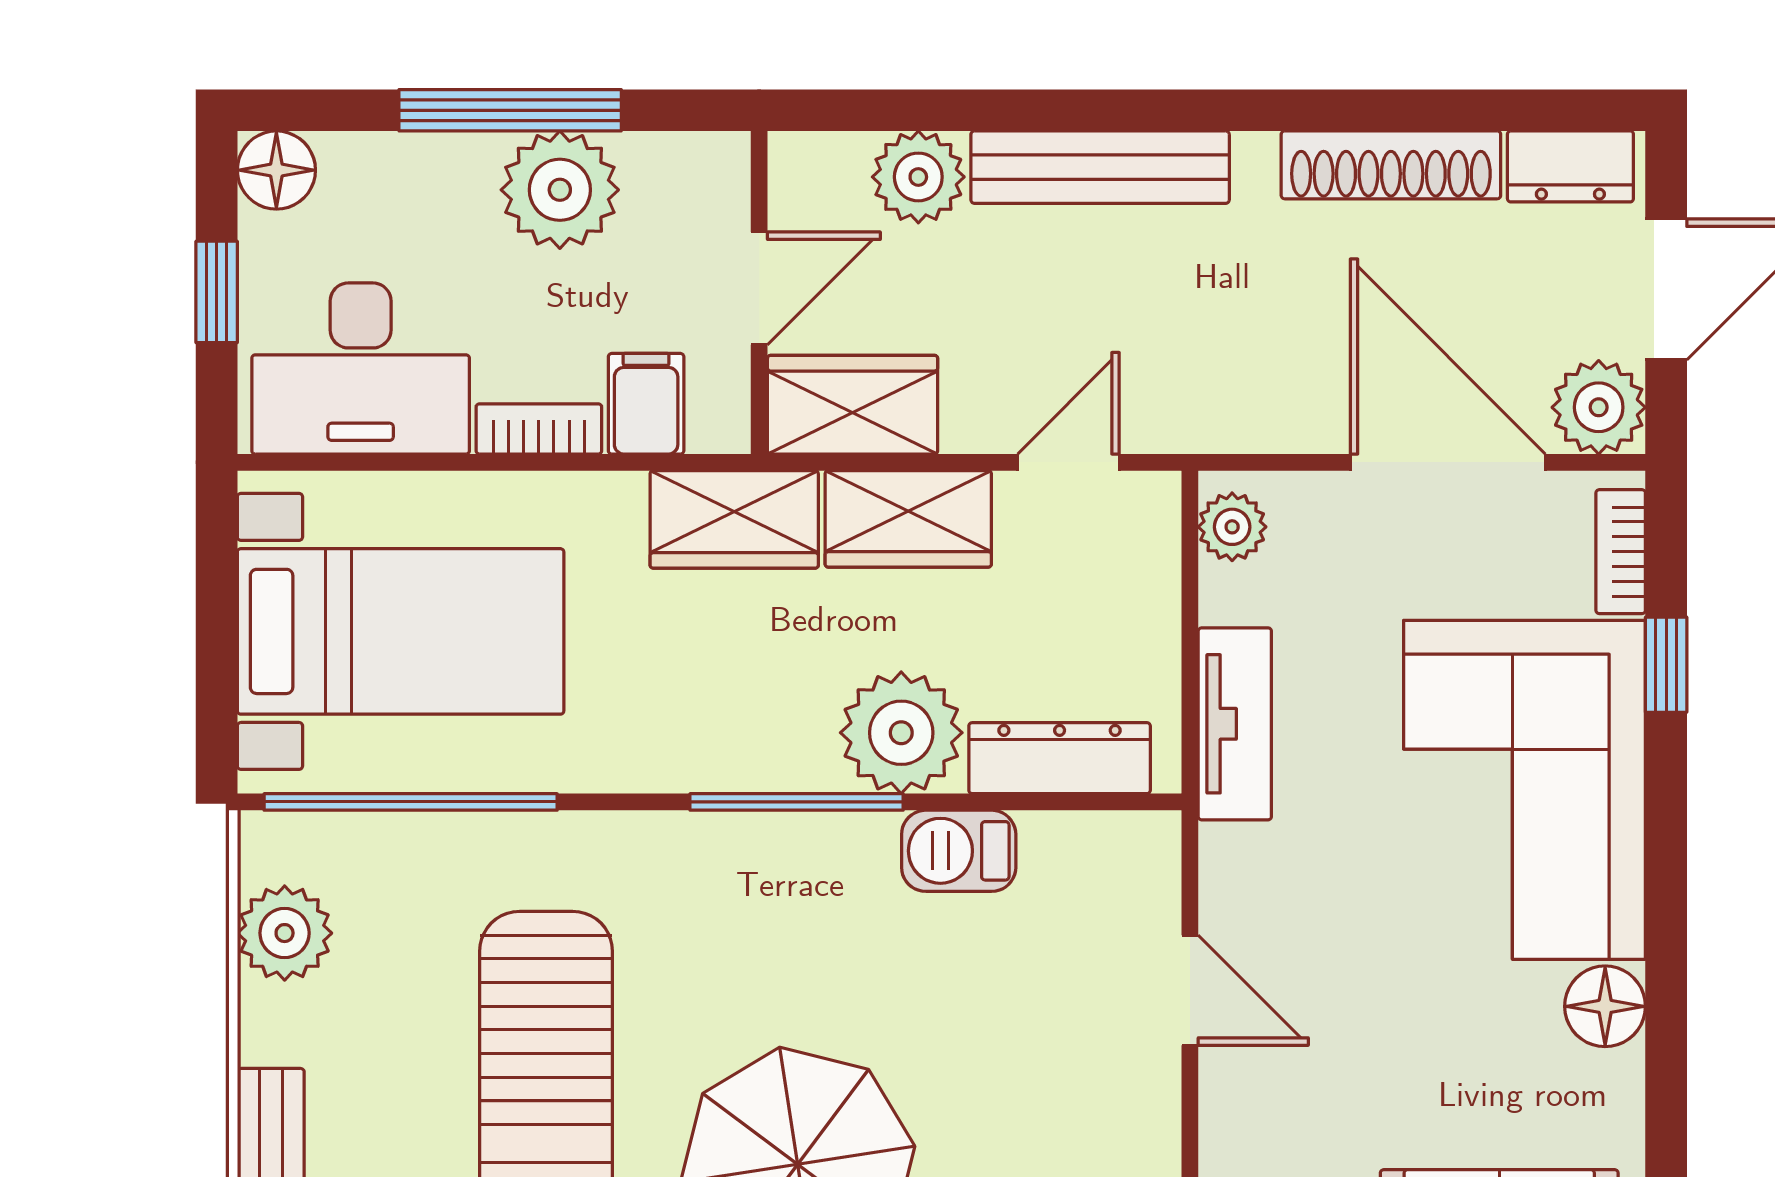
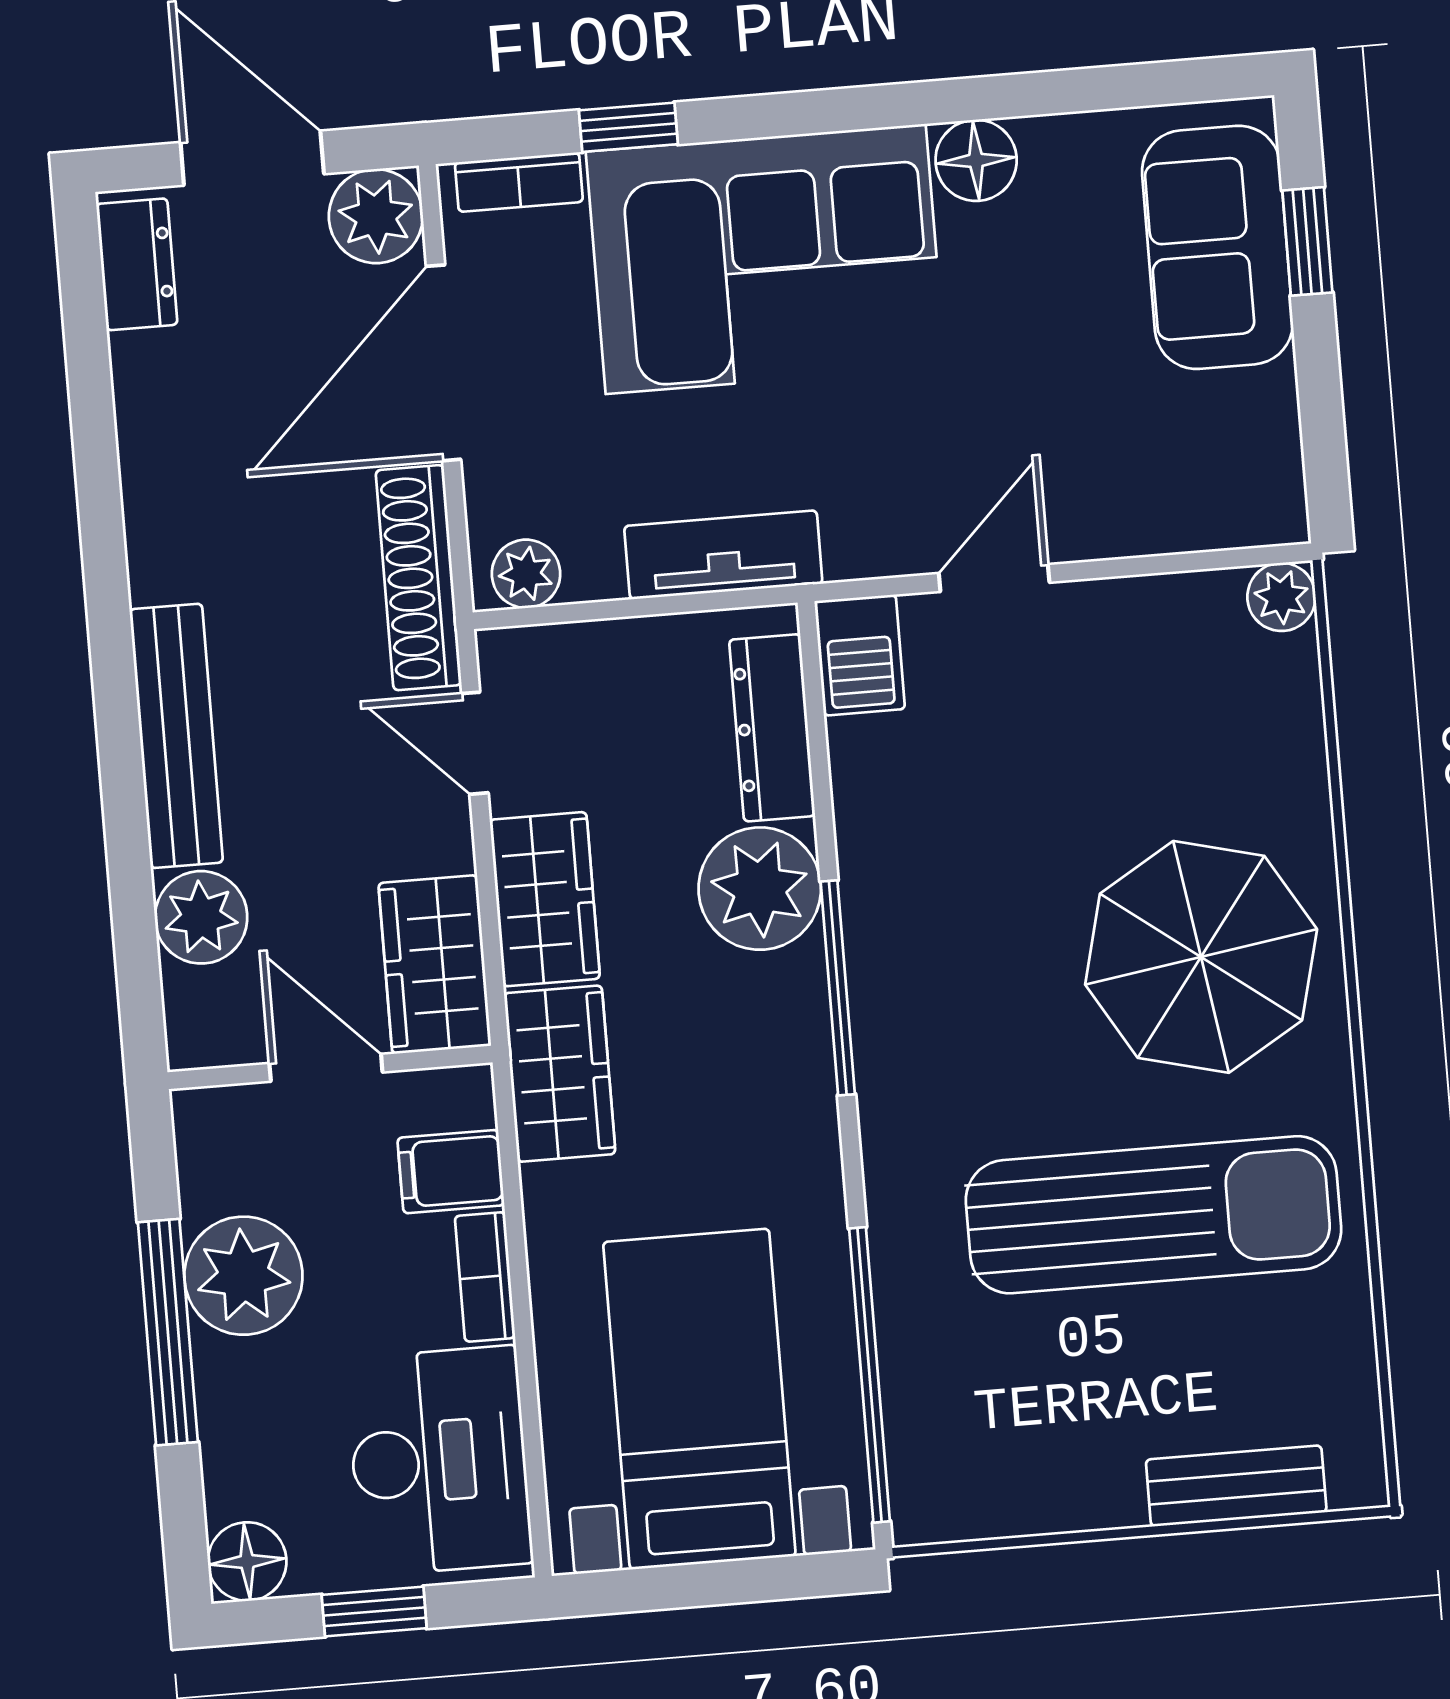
shoe rack: (1391, 165) -> (419, 578), moved, turned 180
barbecue: (959, 851) -> (860, 655), moved
plant: (285, 933) -> (1011, 1490), removed

